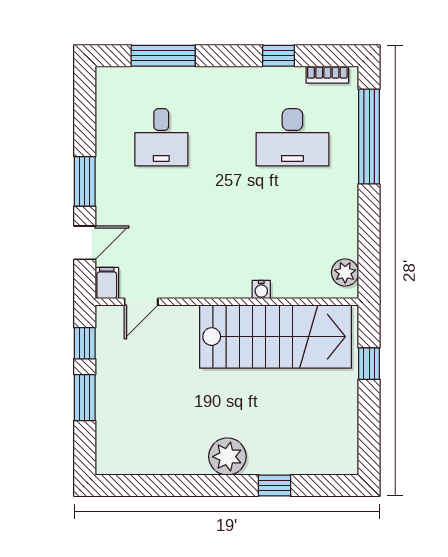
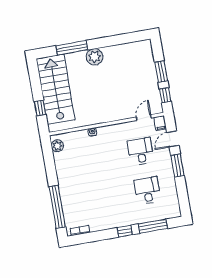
window: (278, 56) -> (125, 231), moved
desk: (292, 137) -> (141, 151), moved, width x0.73
stairs: (275, 337) -> (56, 89), moved, turned 90
window: (274, 486) -> (72, 48), width x2.17

